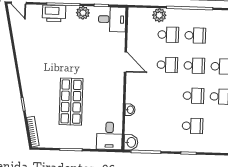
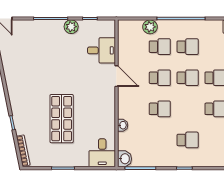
printer: (54, 13) -> (41, 28), removed
desk: (112, 19) -> (101, 50), moved
school desk: (193, 96) -> (160, 109), moved

